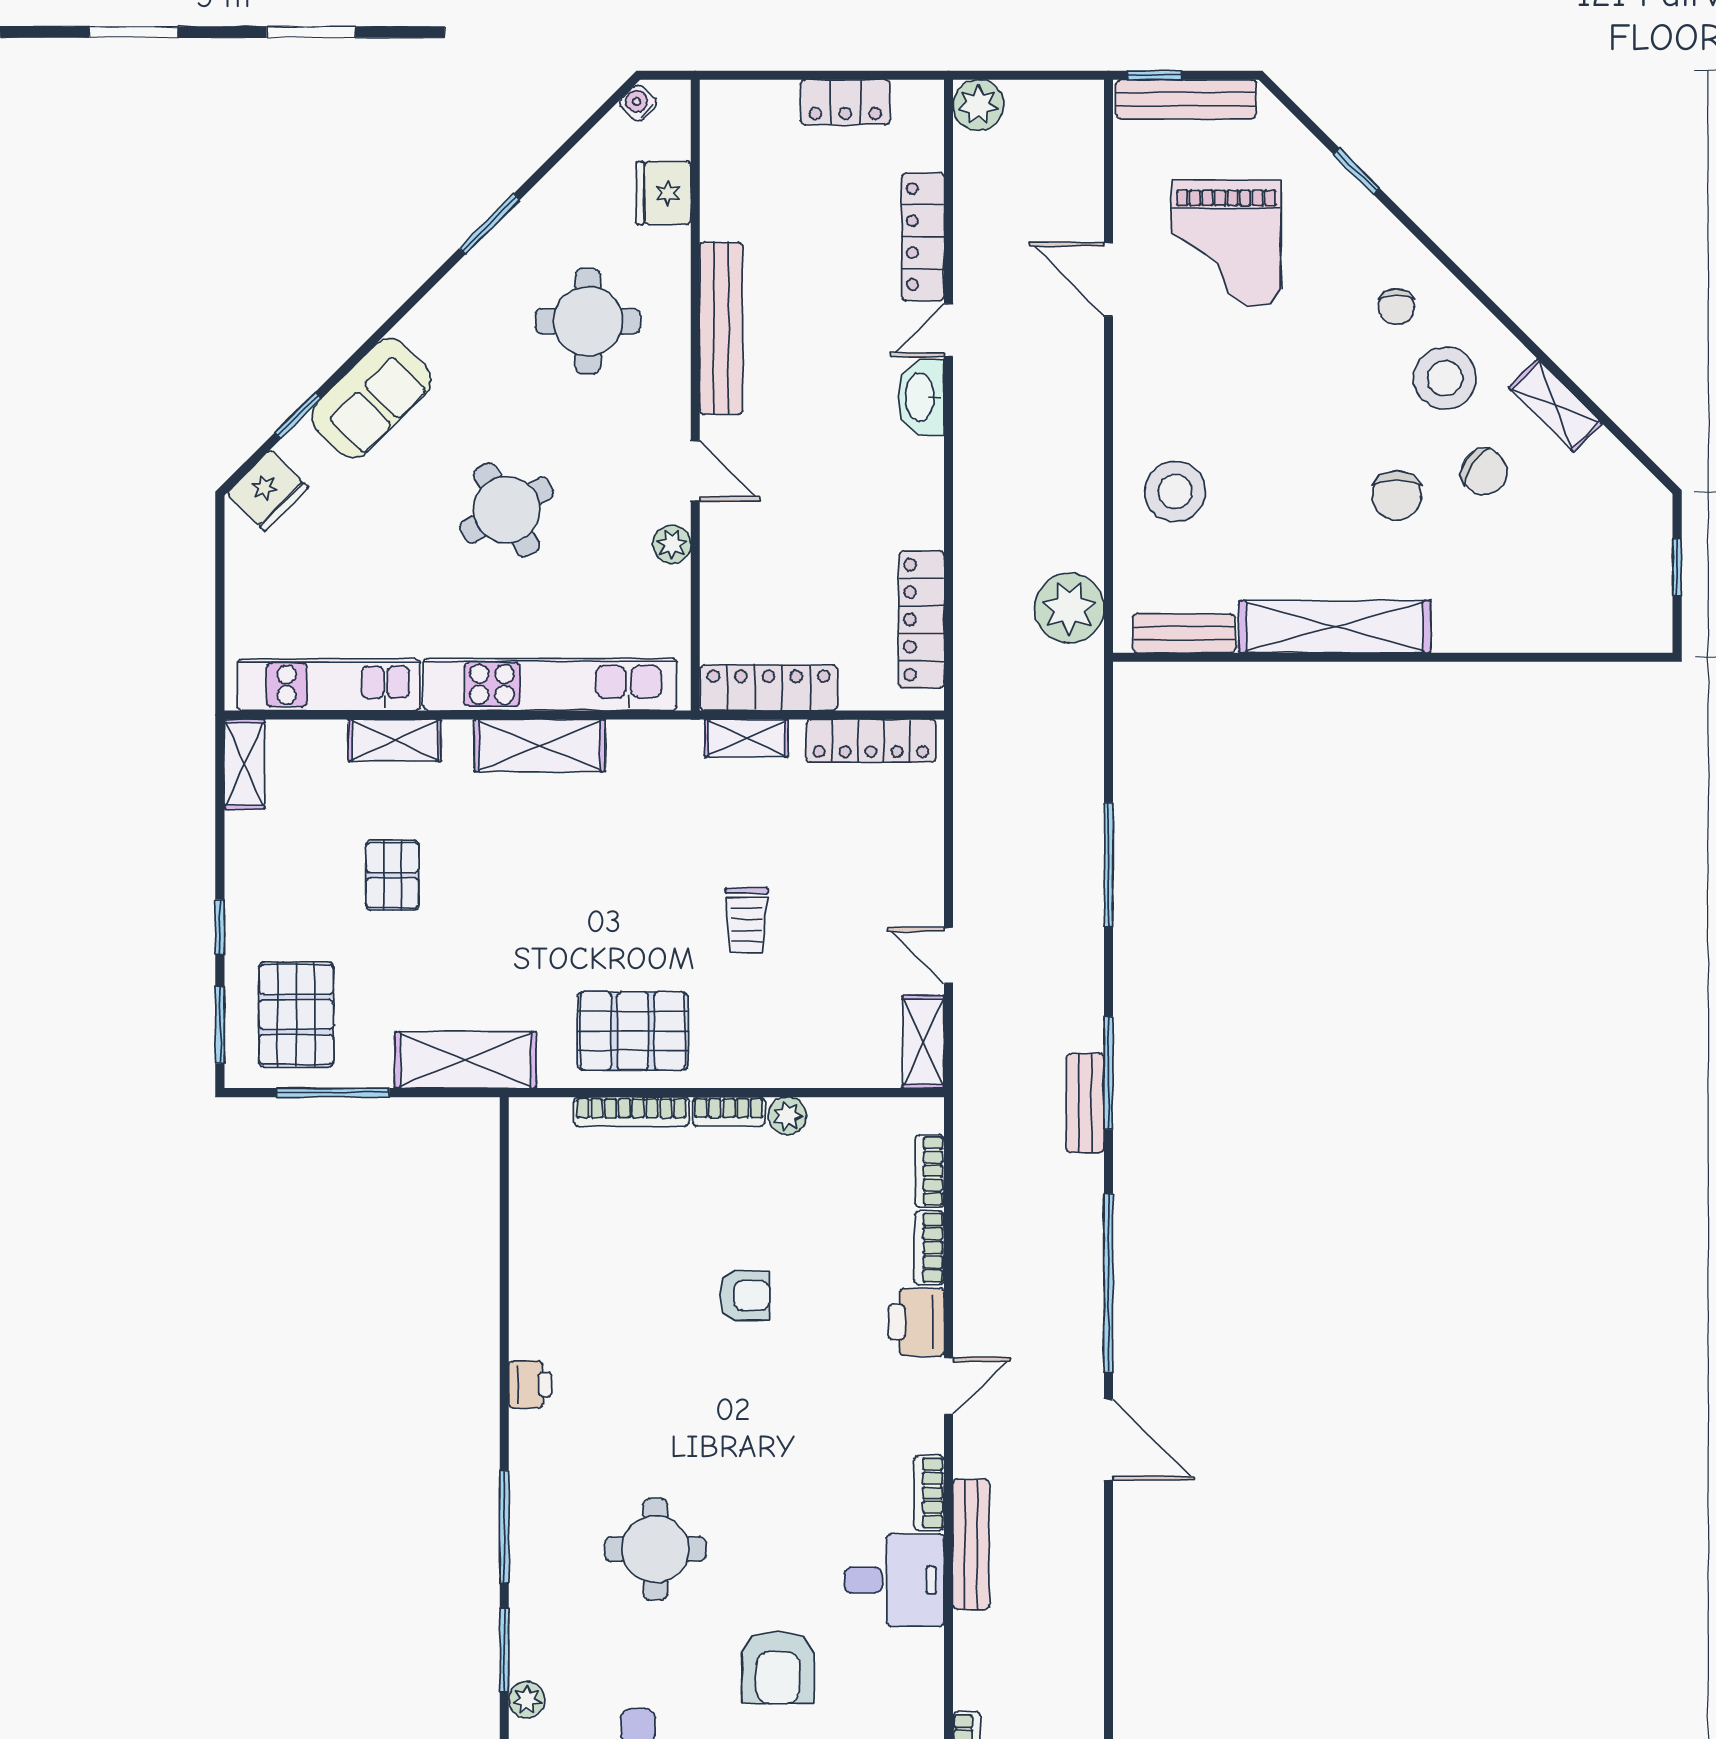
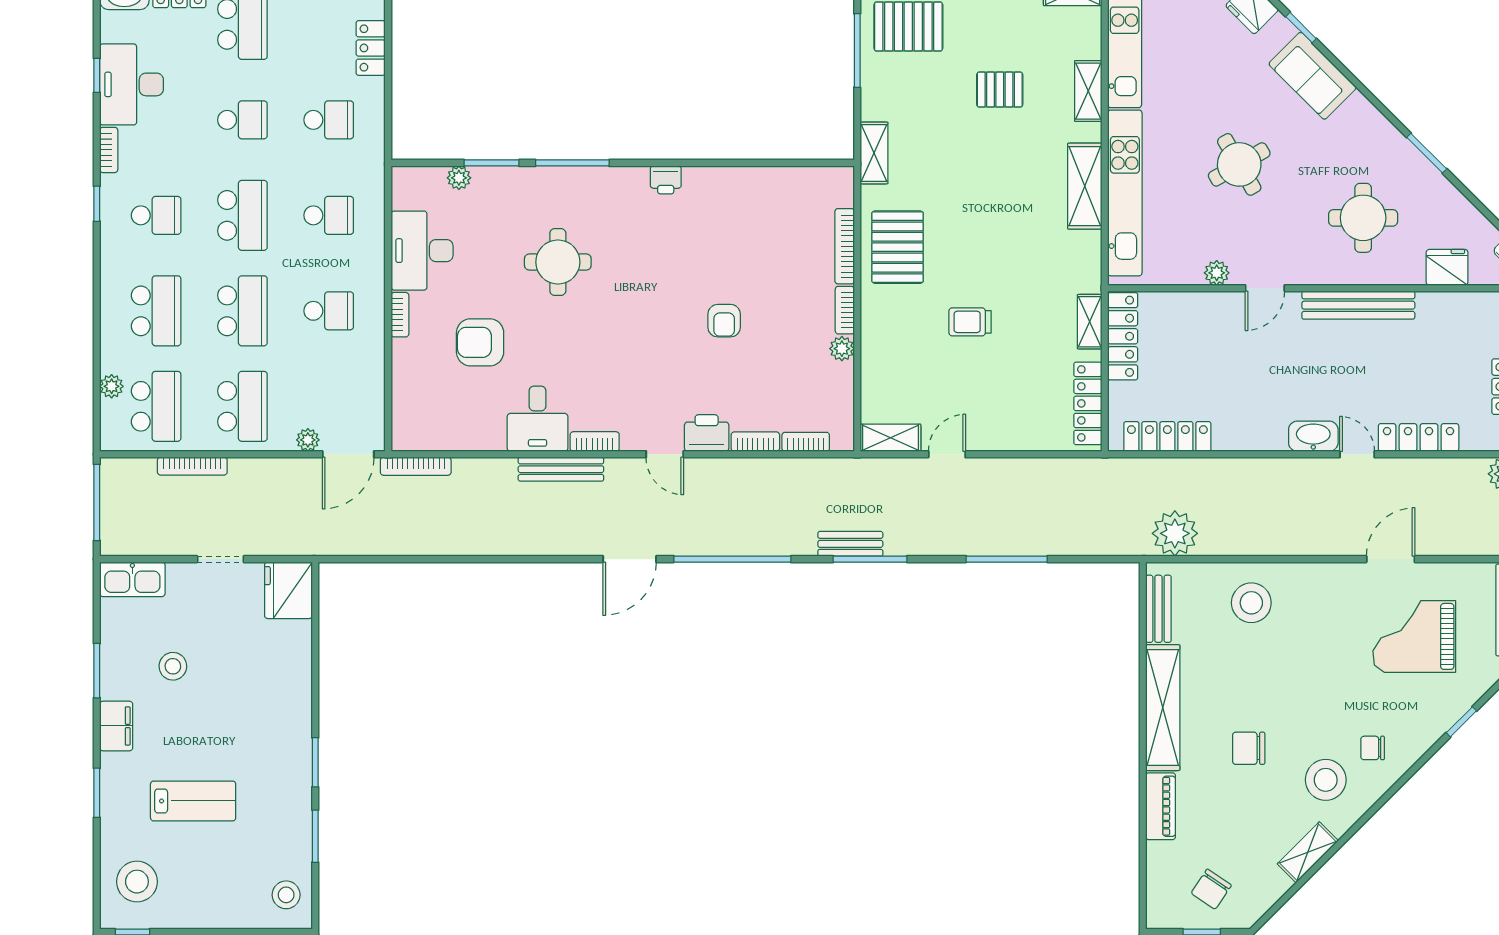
chair: (1484, 472) -> (1211, 889), moved
piano: (1485, 630) -> (1161, 806), added
shelving: (466, 1060) -> (874, 153), width x0.67, depth x0.75

